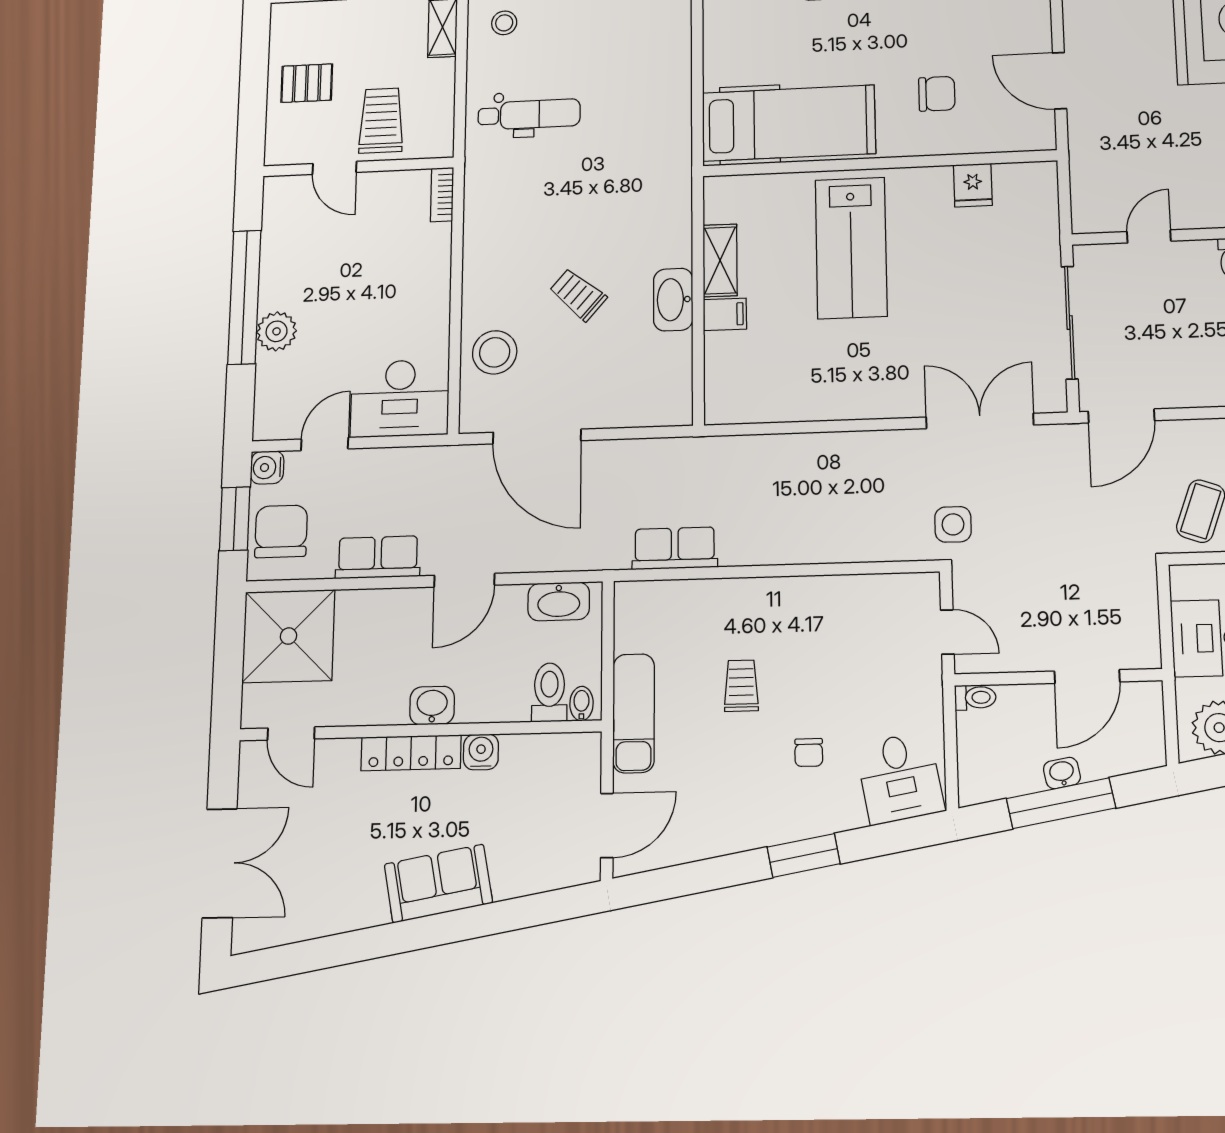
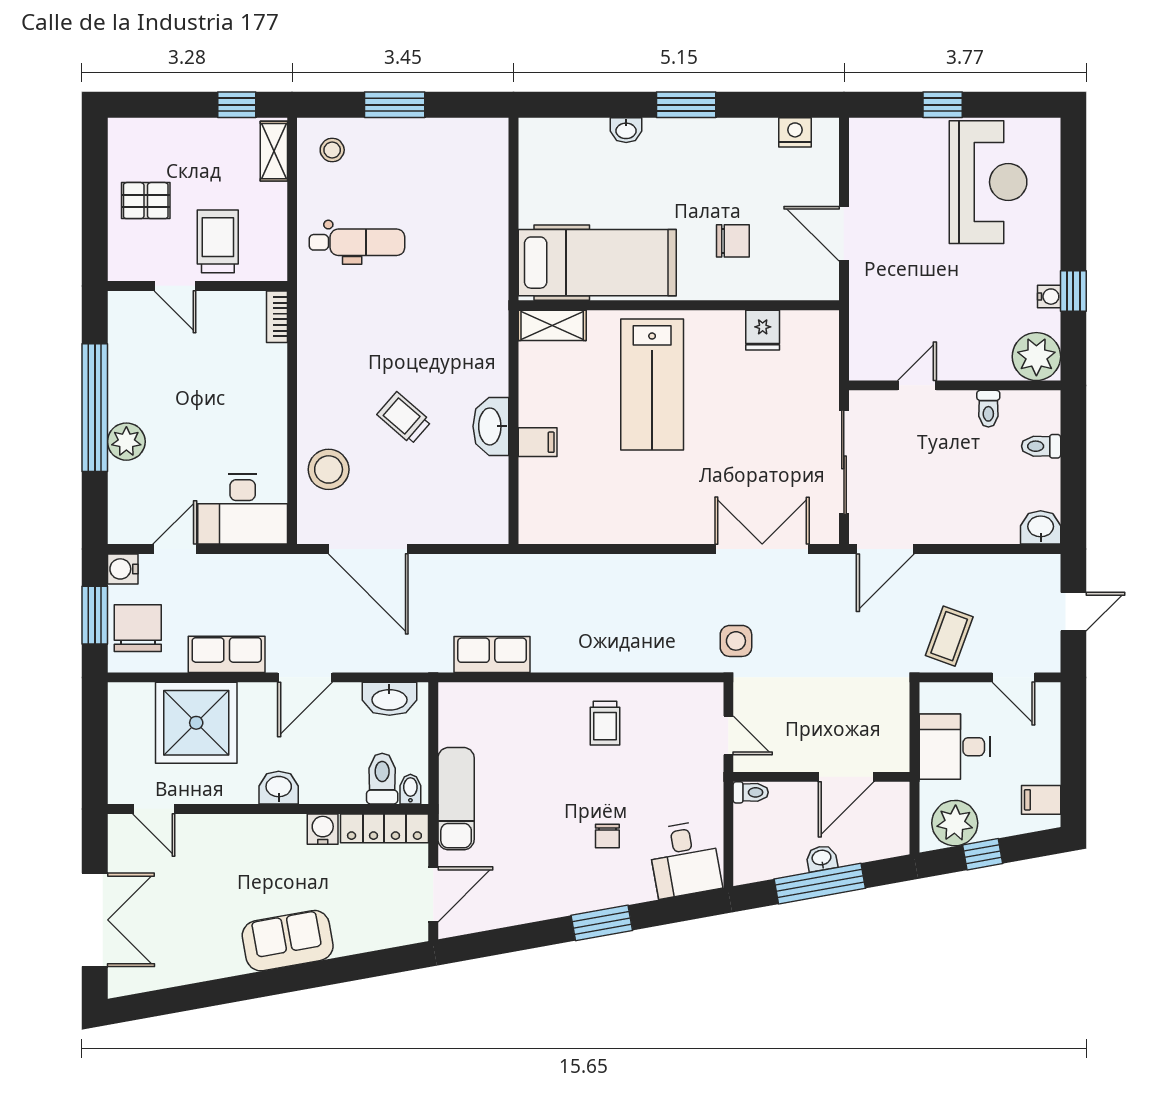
shelving: (720, 260) -> (552, 325), moved, turned 90
shower: (288, 636) -> (196, 723), moved
trolley: (741, 686) -> (605, 723), moved, turned 180
locker: (411, 753) -> (384, 828), moved

